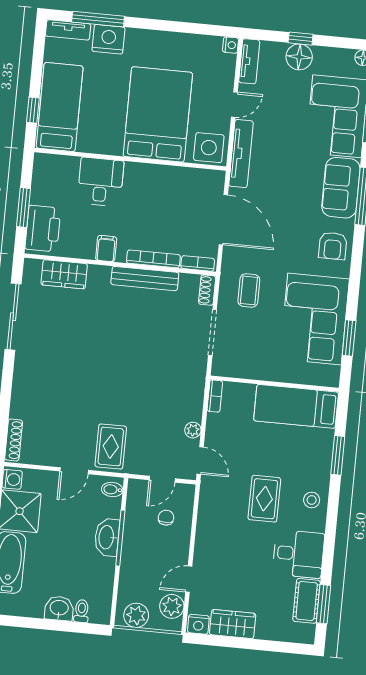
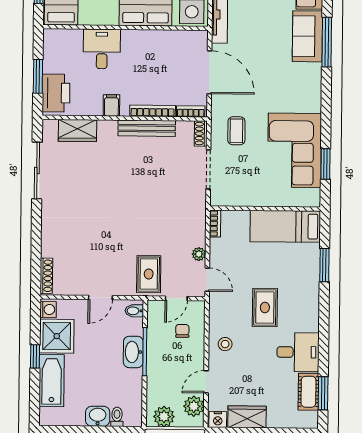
armchair: (333, 246) -> (305, 87), removed
rug: (111, 446) -> (149, 274), moved
stool: (312, 500) -> (225, 344), moved

